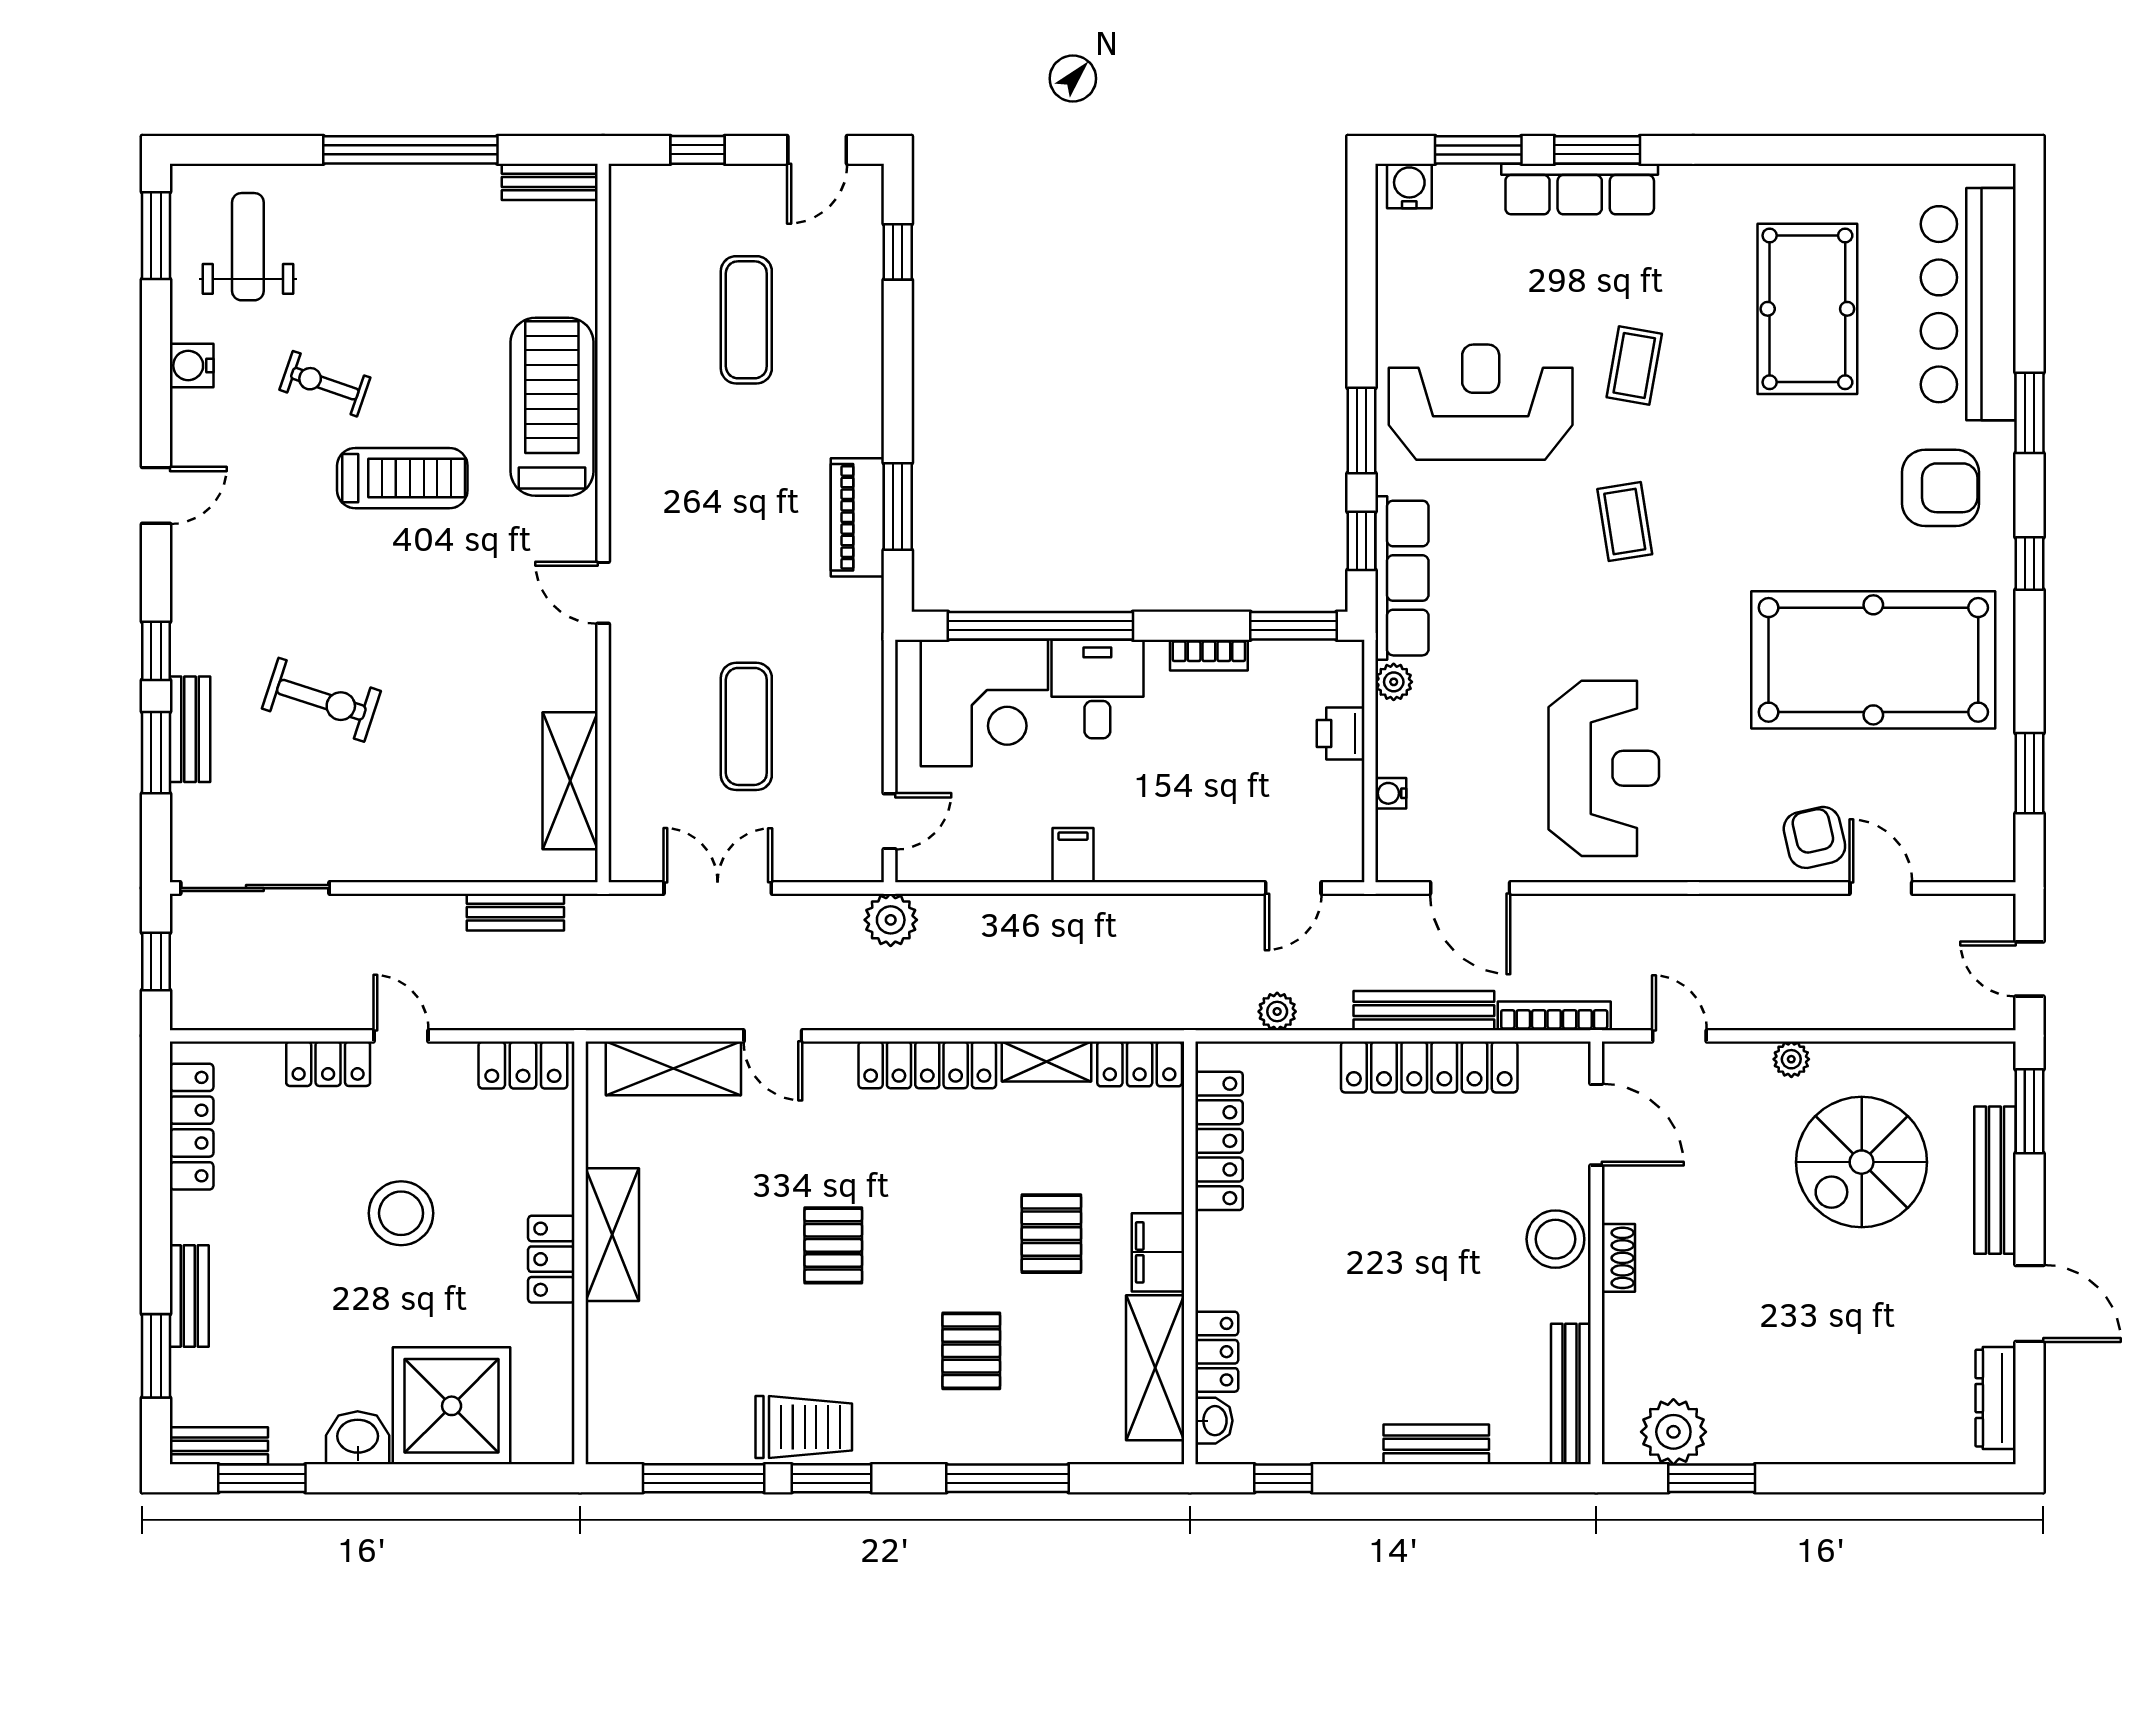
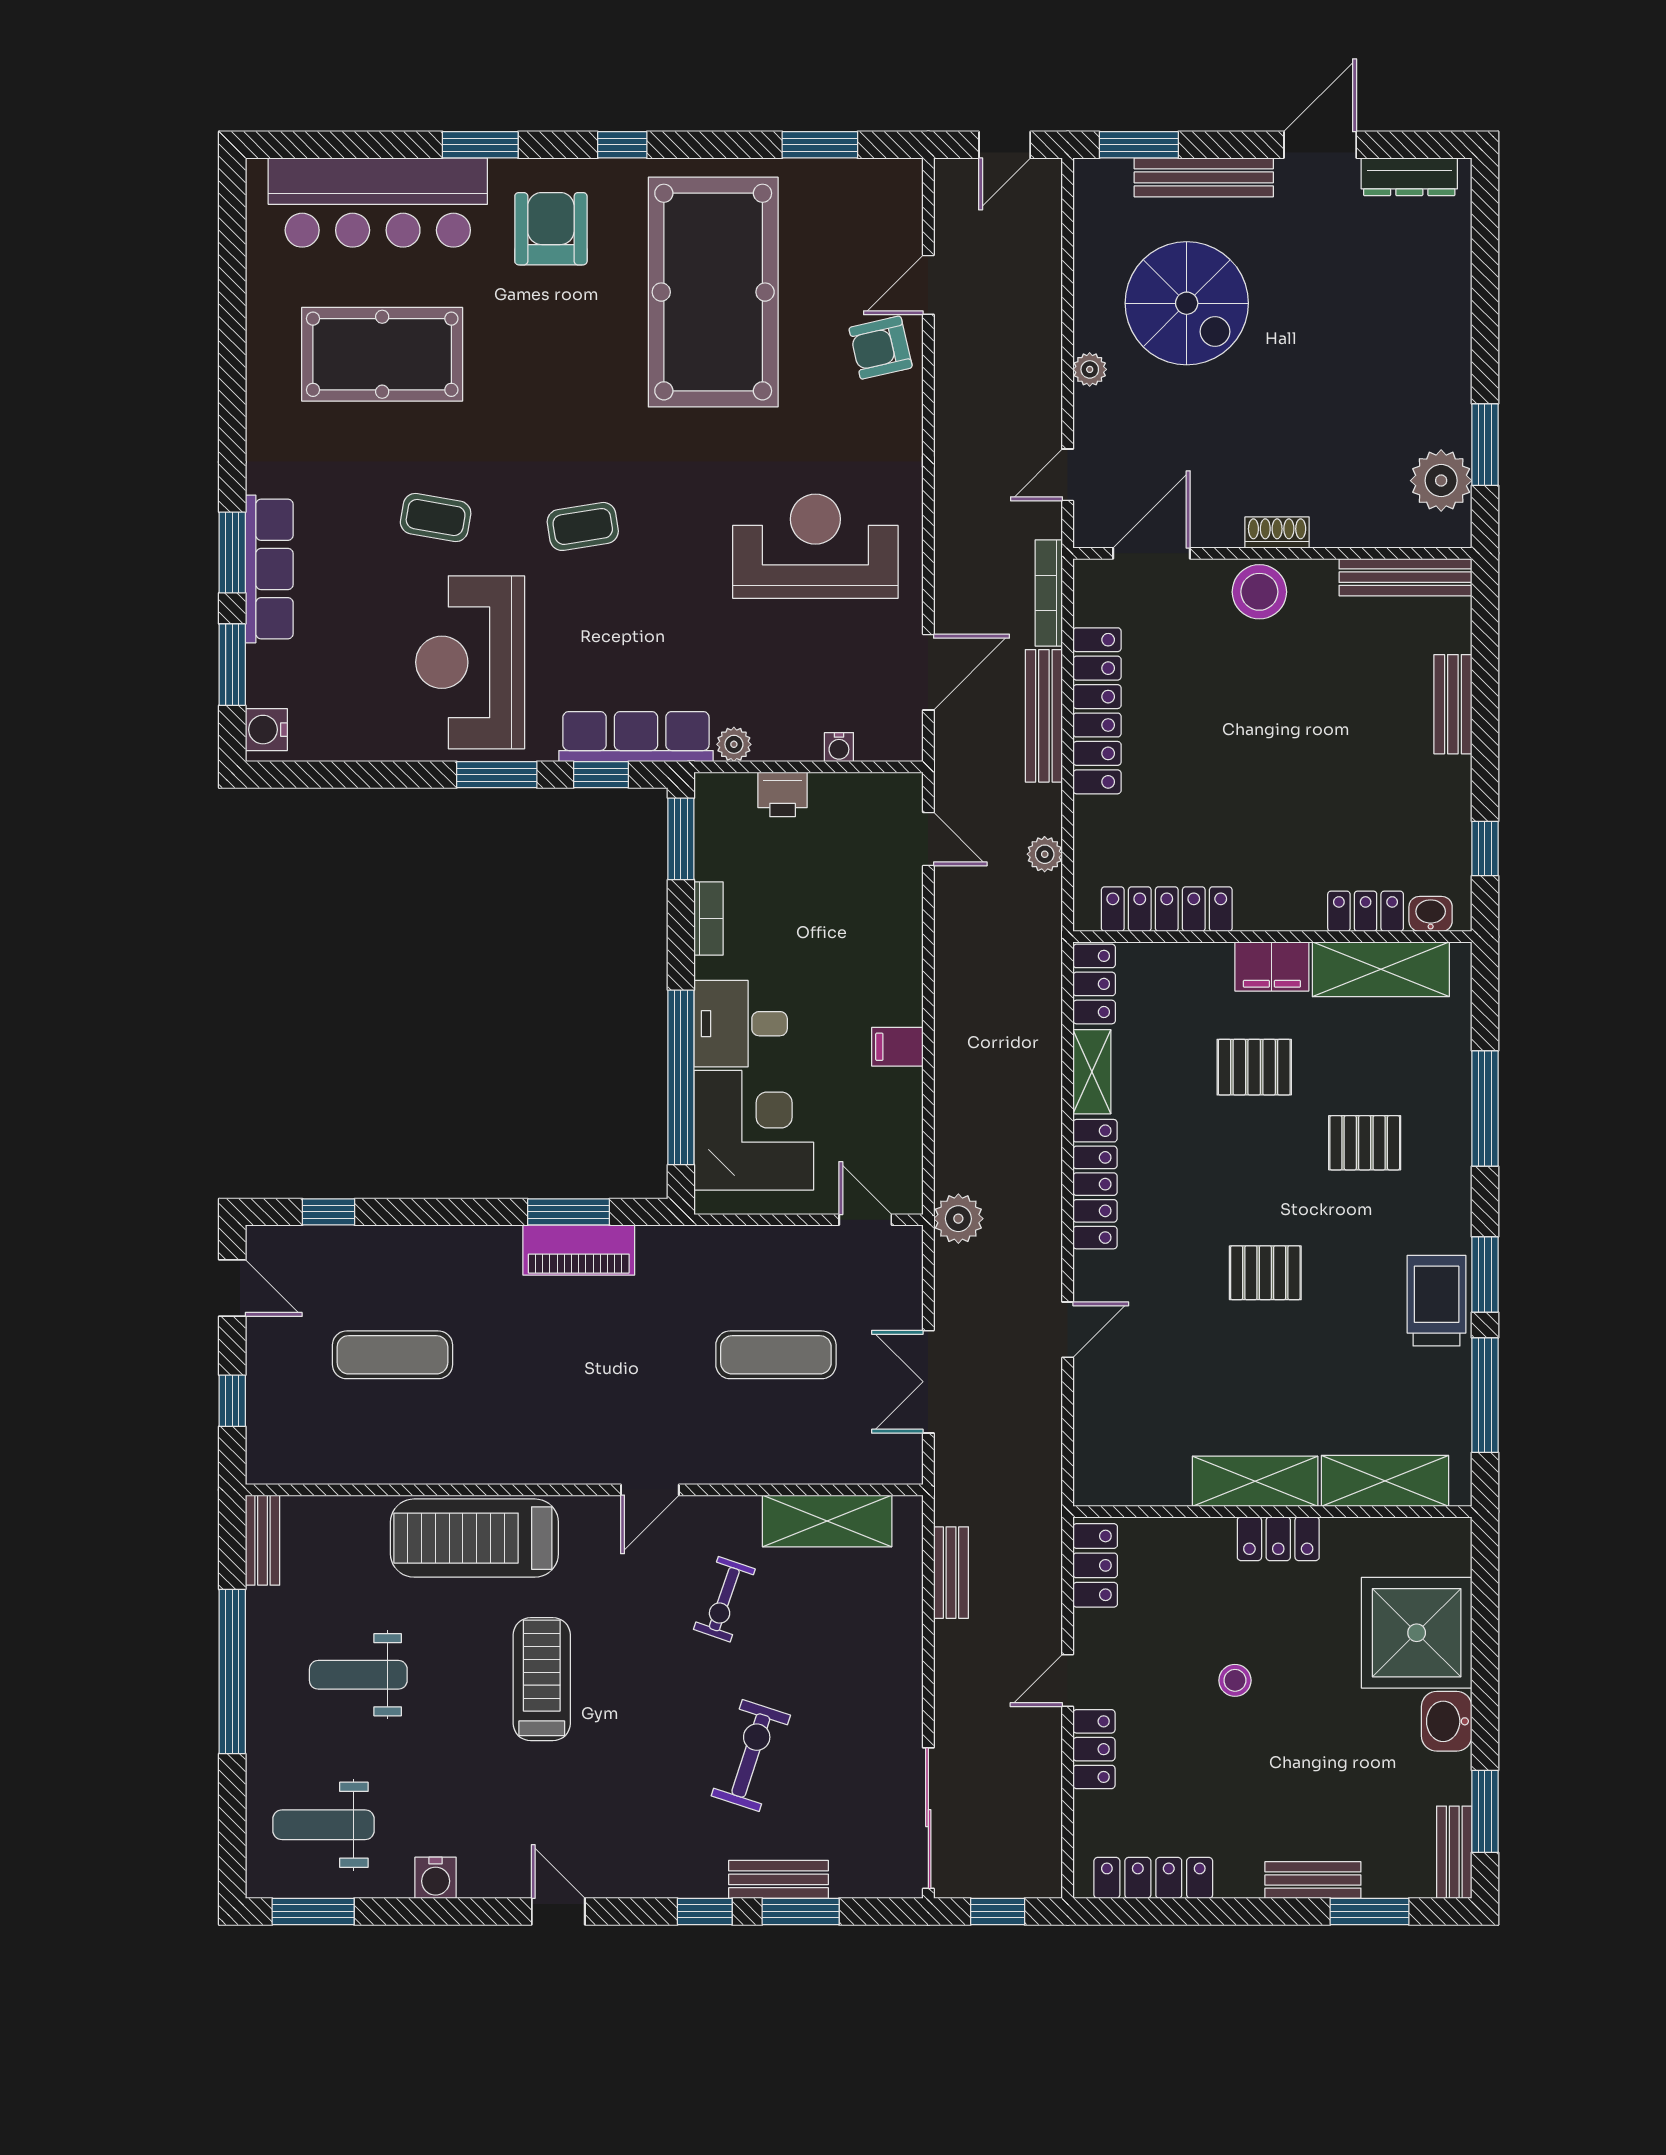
weight bench: (407, 284) -> (358, 1675), added
exercise bike: (325, 384) -> (724, 1599), moved
shelving: (673, 1068) -> (1385, 1481), moved, turned 90
stool: (401, 1213) -> (1235, 1680), width x0.53, depth x0.53

